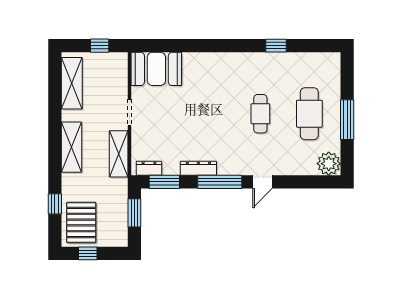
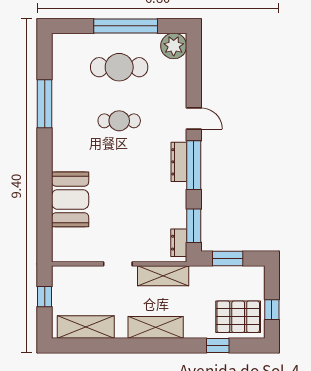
window: (276, 46) -> (45, 104), width x2.17
booth: (156, 69) -> (70, 199), moved
window: (347, 120) -> (126, 26), width x1.46
dresser: (198, 168) -> (179, 162), moved

